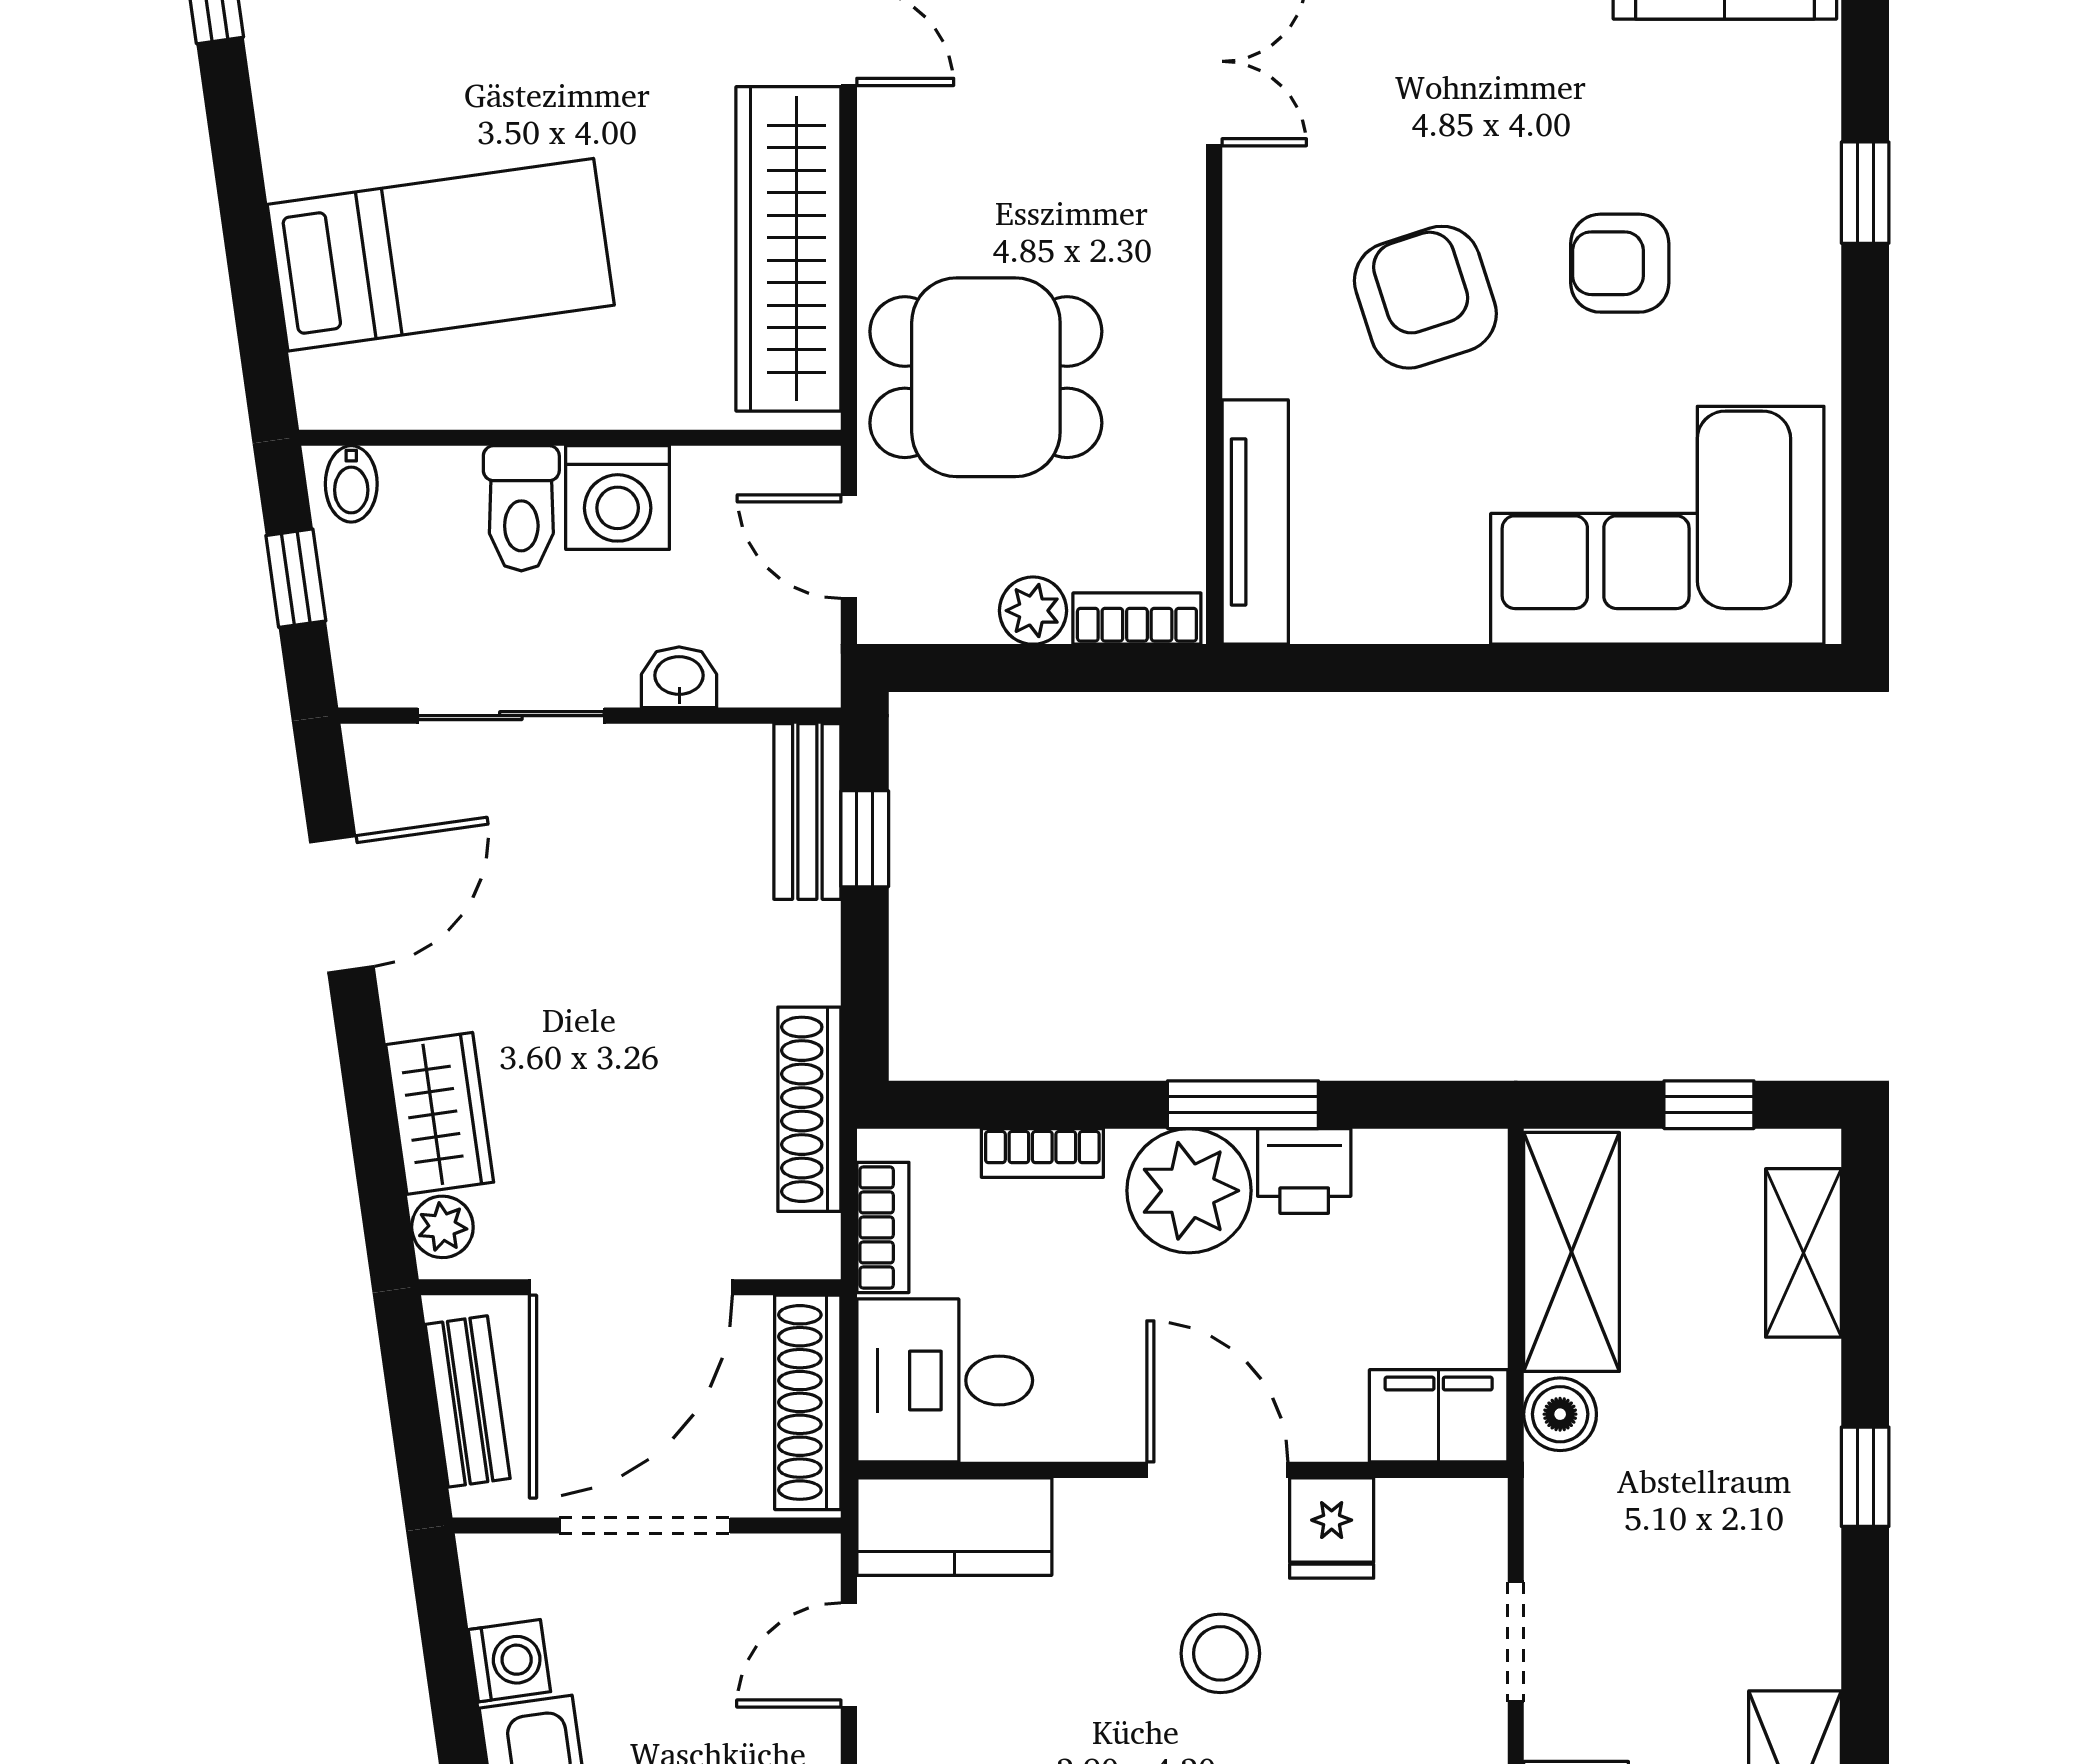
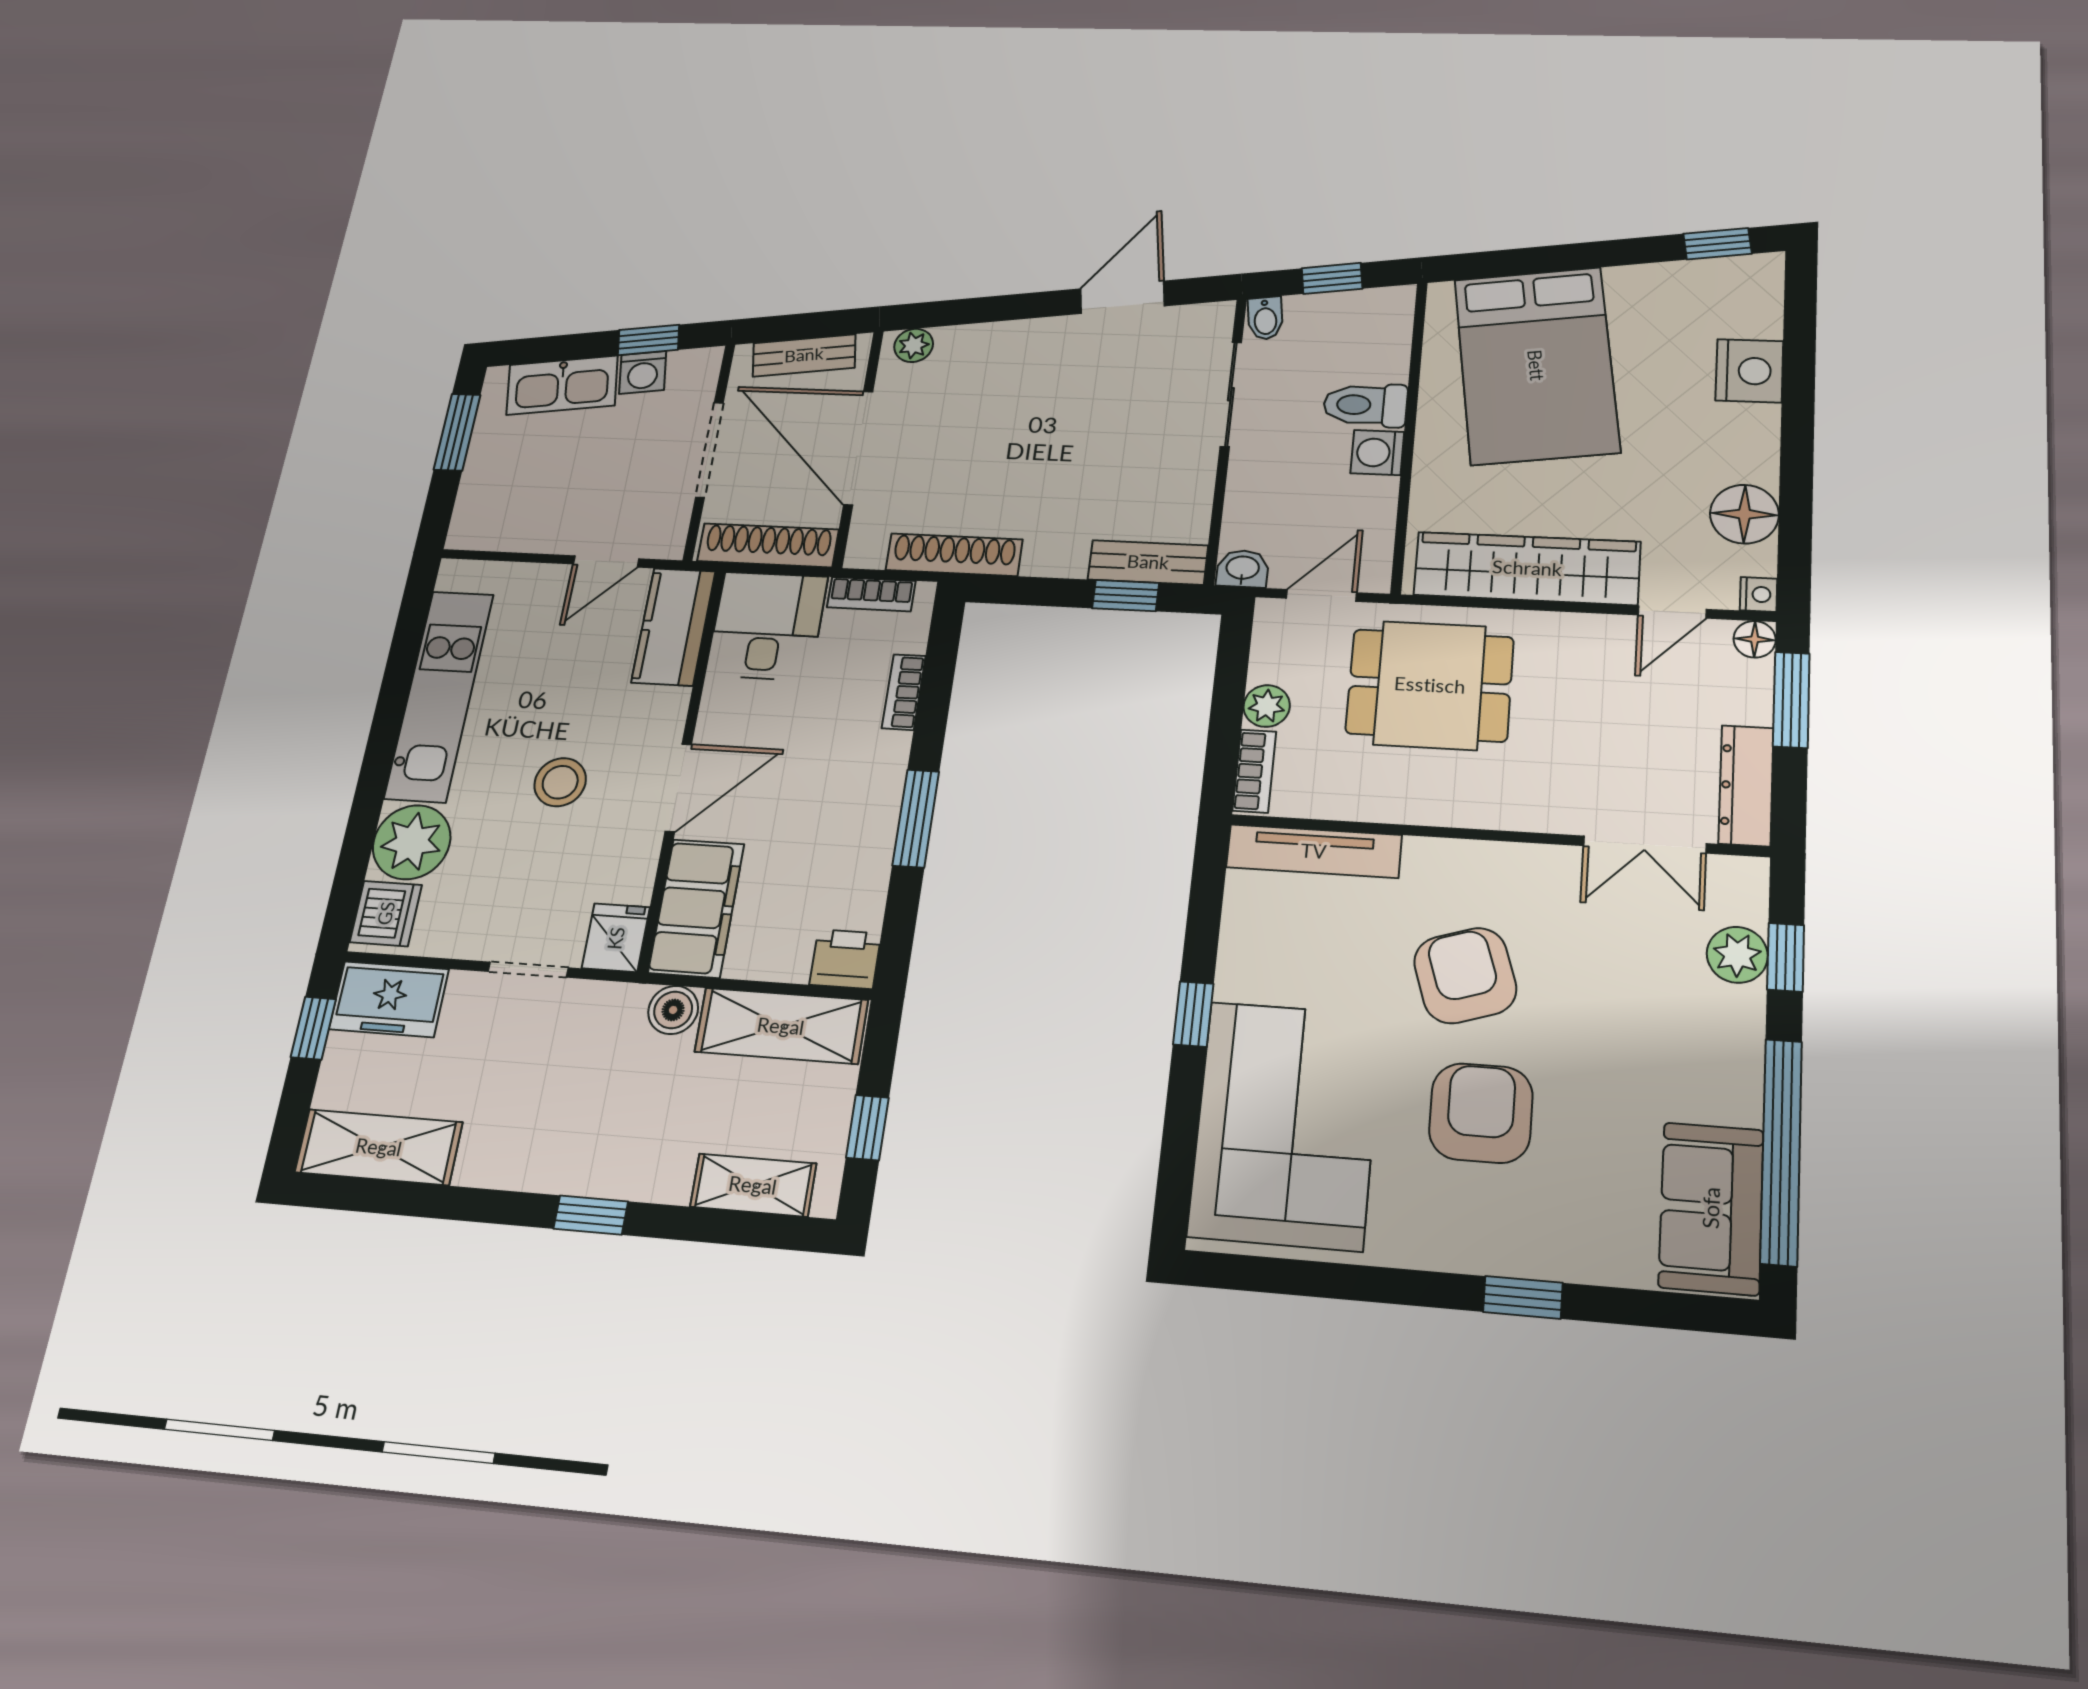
bed: (441, 255) -> (1536, 365), width x1.50
armchair: (1620, 263) -> (1481, 1113), width x1.38, depth x1.38
armchair: (1425, 297) -> (1465, 976), turned -90
dining table: (986, 377) -> (1430, 685), turned 90
bidet: (351, 484) -> (1265, 318), moved, turned -98
washing machine: (618, 498) -> (1377, 453), width x0.73, depth x0.73
window: (1509, 668) -> (1193, 1014), added
washbasin: (679, 677) -> (1243, 569), moved, turned -90
door: (342, 904) -> (1123, 297), swing flipped
wardrobe: (440, 1113) -> (984, 346), removed
printer: (1304, 1171) -> (845, 959), moved, turned 90
plant: (1189, 1191) -> (864, 781), removed
filing cabinet: (1439, 1416) -> (696, 908), width x1.50, depth x1.17
fridge: (1332, 1528) -> (616, 938), moved, turned 90
door: (849, 1655) -> (606, 561), swing flipped
window: (449, 1662) -> (649, 340), added

